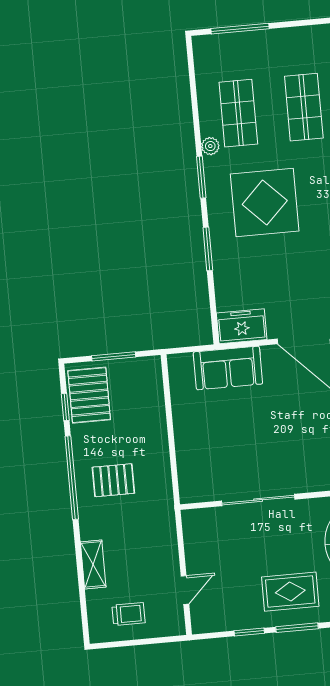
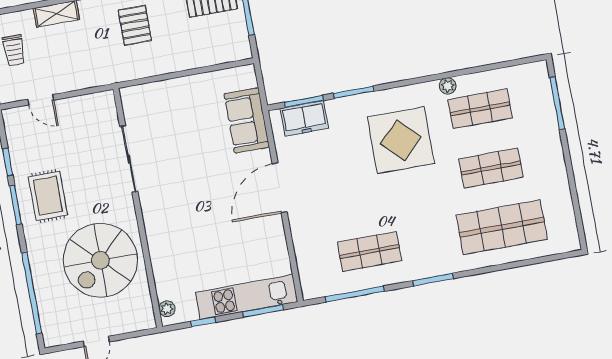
window: (201, 177) -> (304, 101), moved
freezer: (242, 326) -> (304, 118), moved, turned 90

